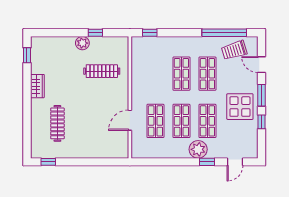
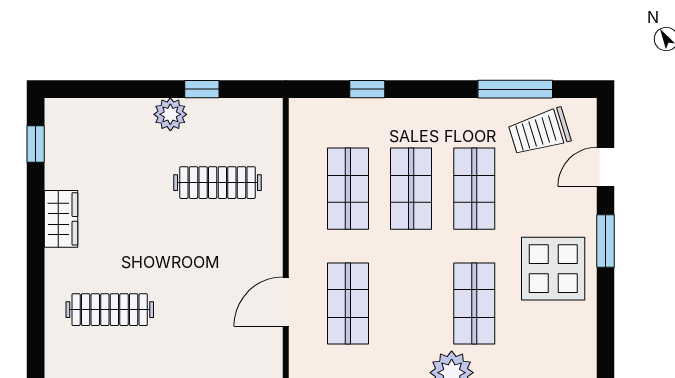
window: (150, 33) -> (367, 89), moved
window: (224, 33) -> (515, 89), width x0.68
door: (261, 65) -> (606, 167), hinge flipped
shop shelf: (181, 121) -> (348, 189), moved
window: (261, 122) -> (606, 306), removed
clothes rail: (57, 123) -> (110, 310), turned 90

